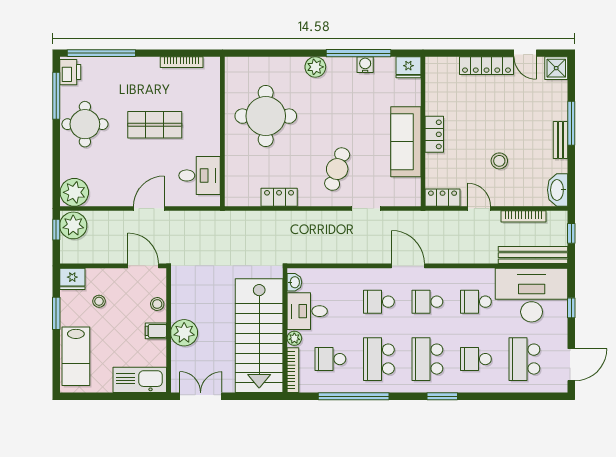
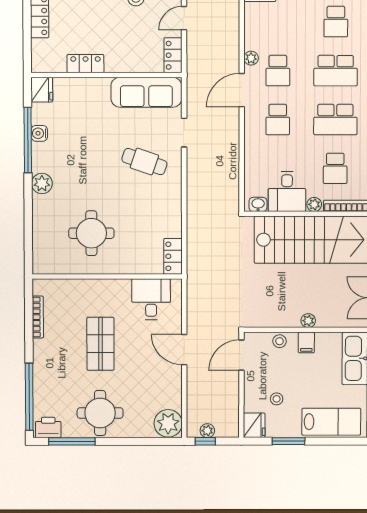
round table: (266, 116) -> (91, 233), width x0.73, depth x0.73
locker: (434, 134) -> (85, 64), moved
sofa: (406, 142) -> (146, 92), moved
locker: (279, 197) -> (173, 256), moved
plant: (73, 225) -> (207, 431), width x0.53, depth x0.53
plant: (440, 275) -> (251, 58), added
school desk: (476, 302) -> (278, 22), removed
plant: (184, 333) -> (308, 321), width x0.53, depth x0.53

